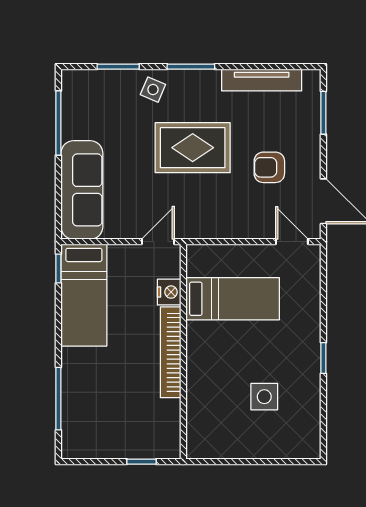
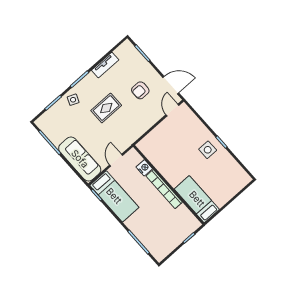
tv unit: (262, 80) -> (105, 65), width x0.71
rug: (193, 148) -> (106, 108), width x0.73, depth x0.70
door: (158, 242) -> (116, 160), moved
door: (292, 242) -> (172, 110), hinge flipped
bed: (233, 299) -> (197, 199), moved, turned -90
side table: (264, 397) -> (208, 150), moved

